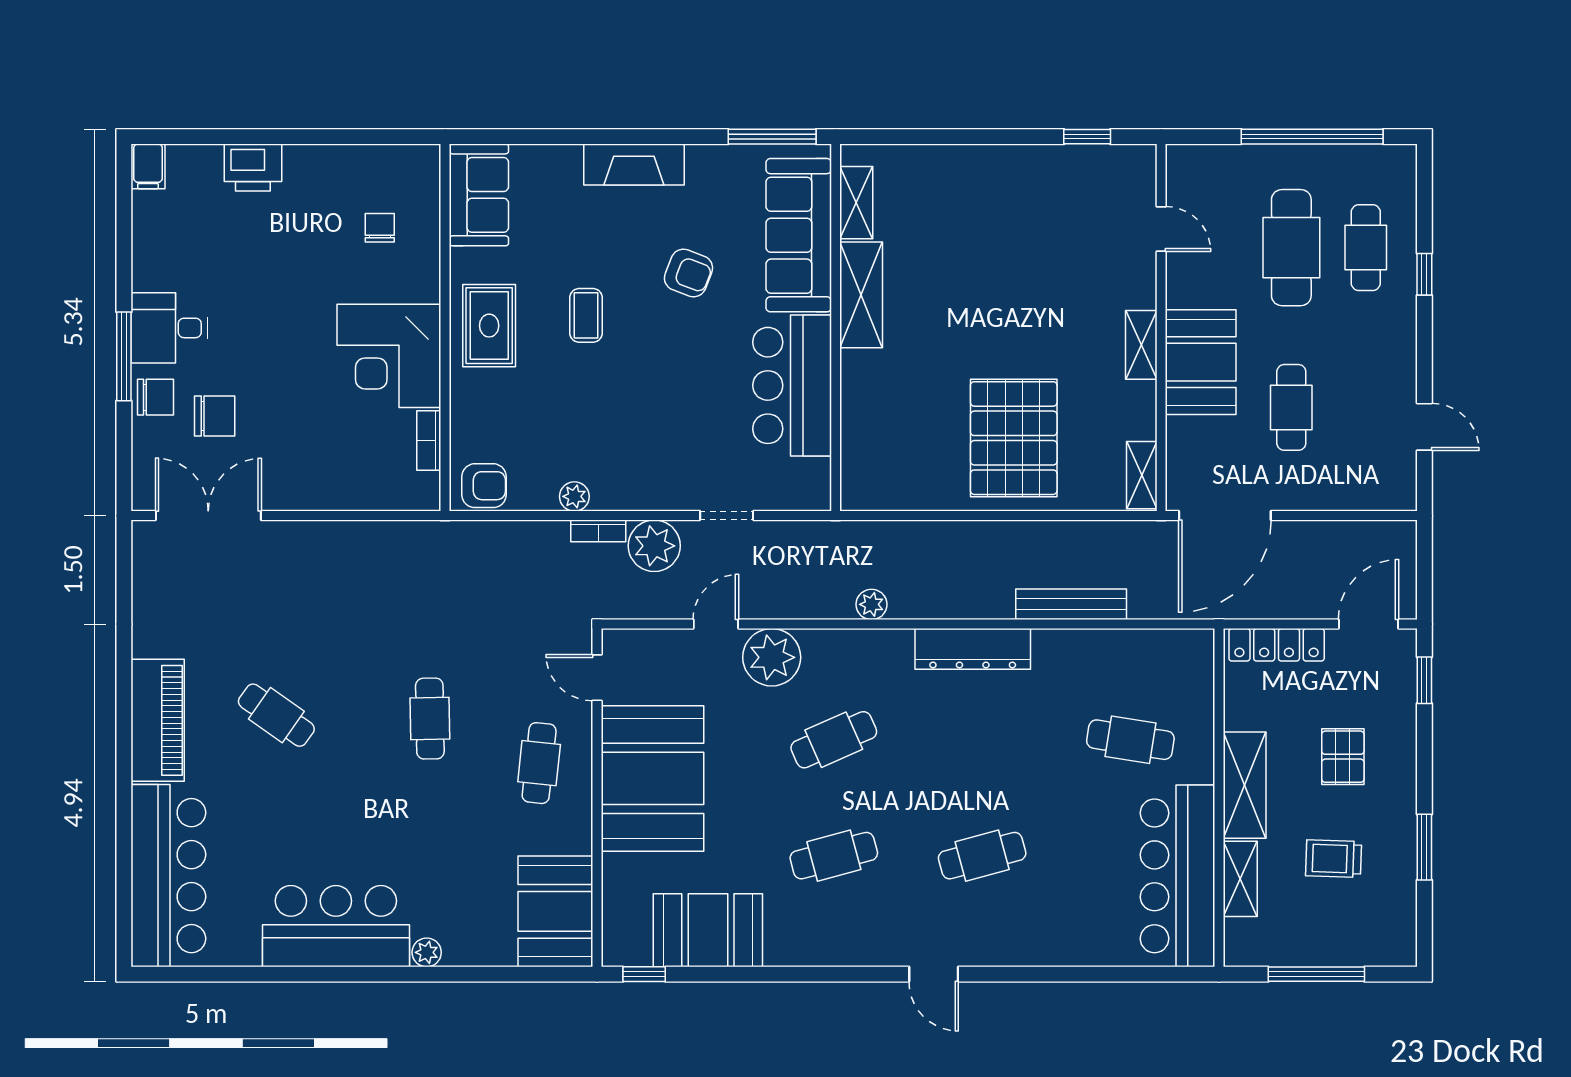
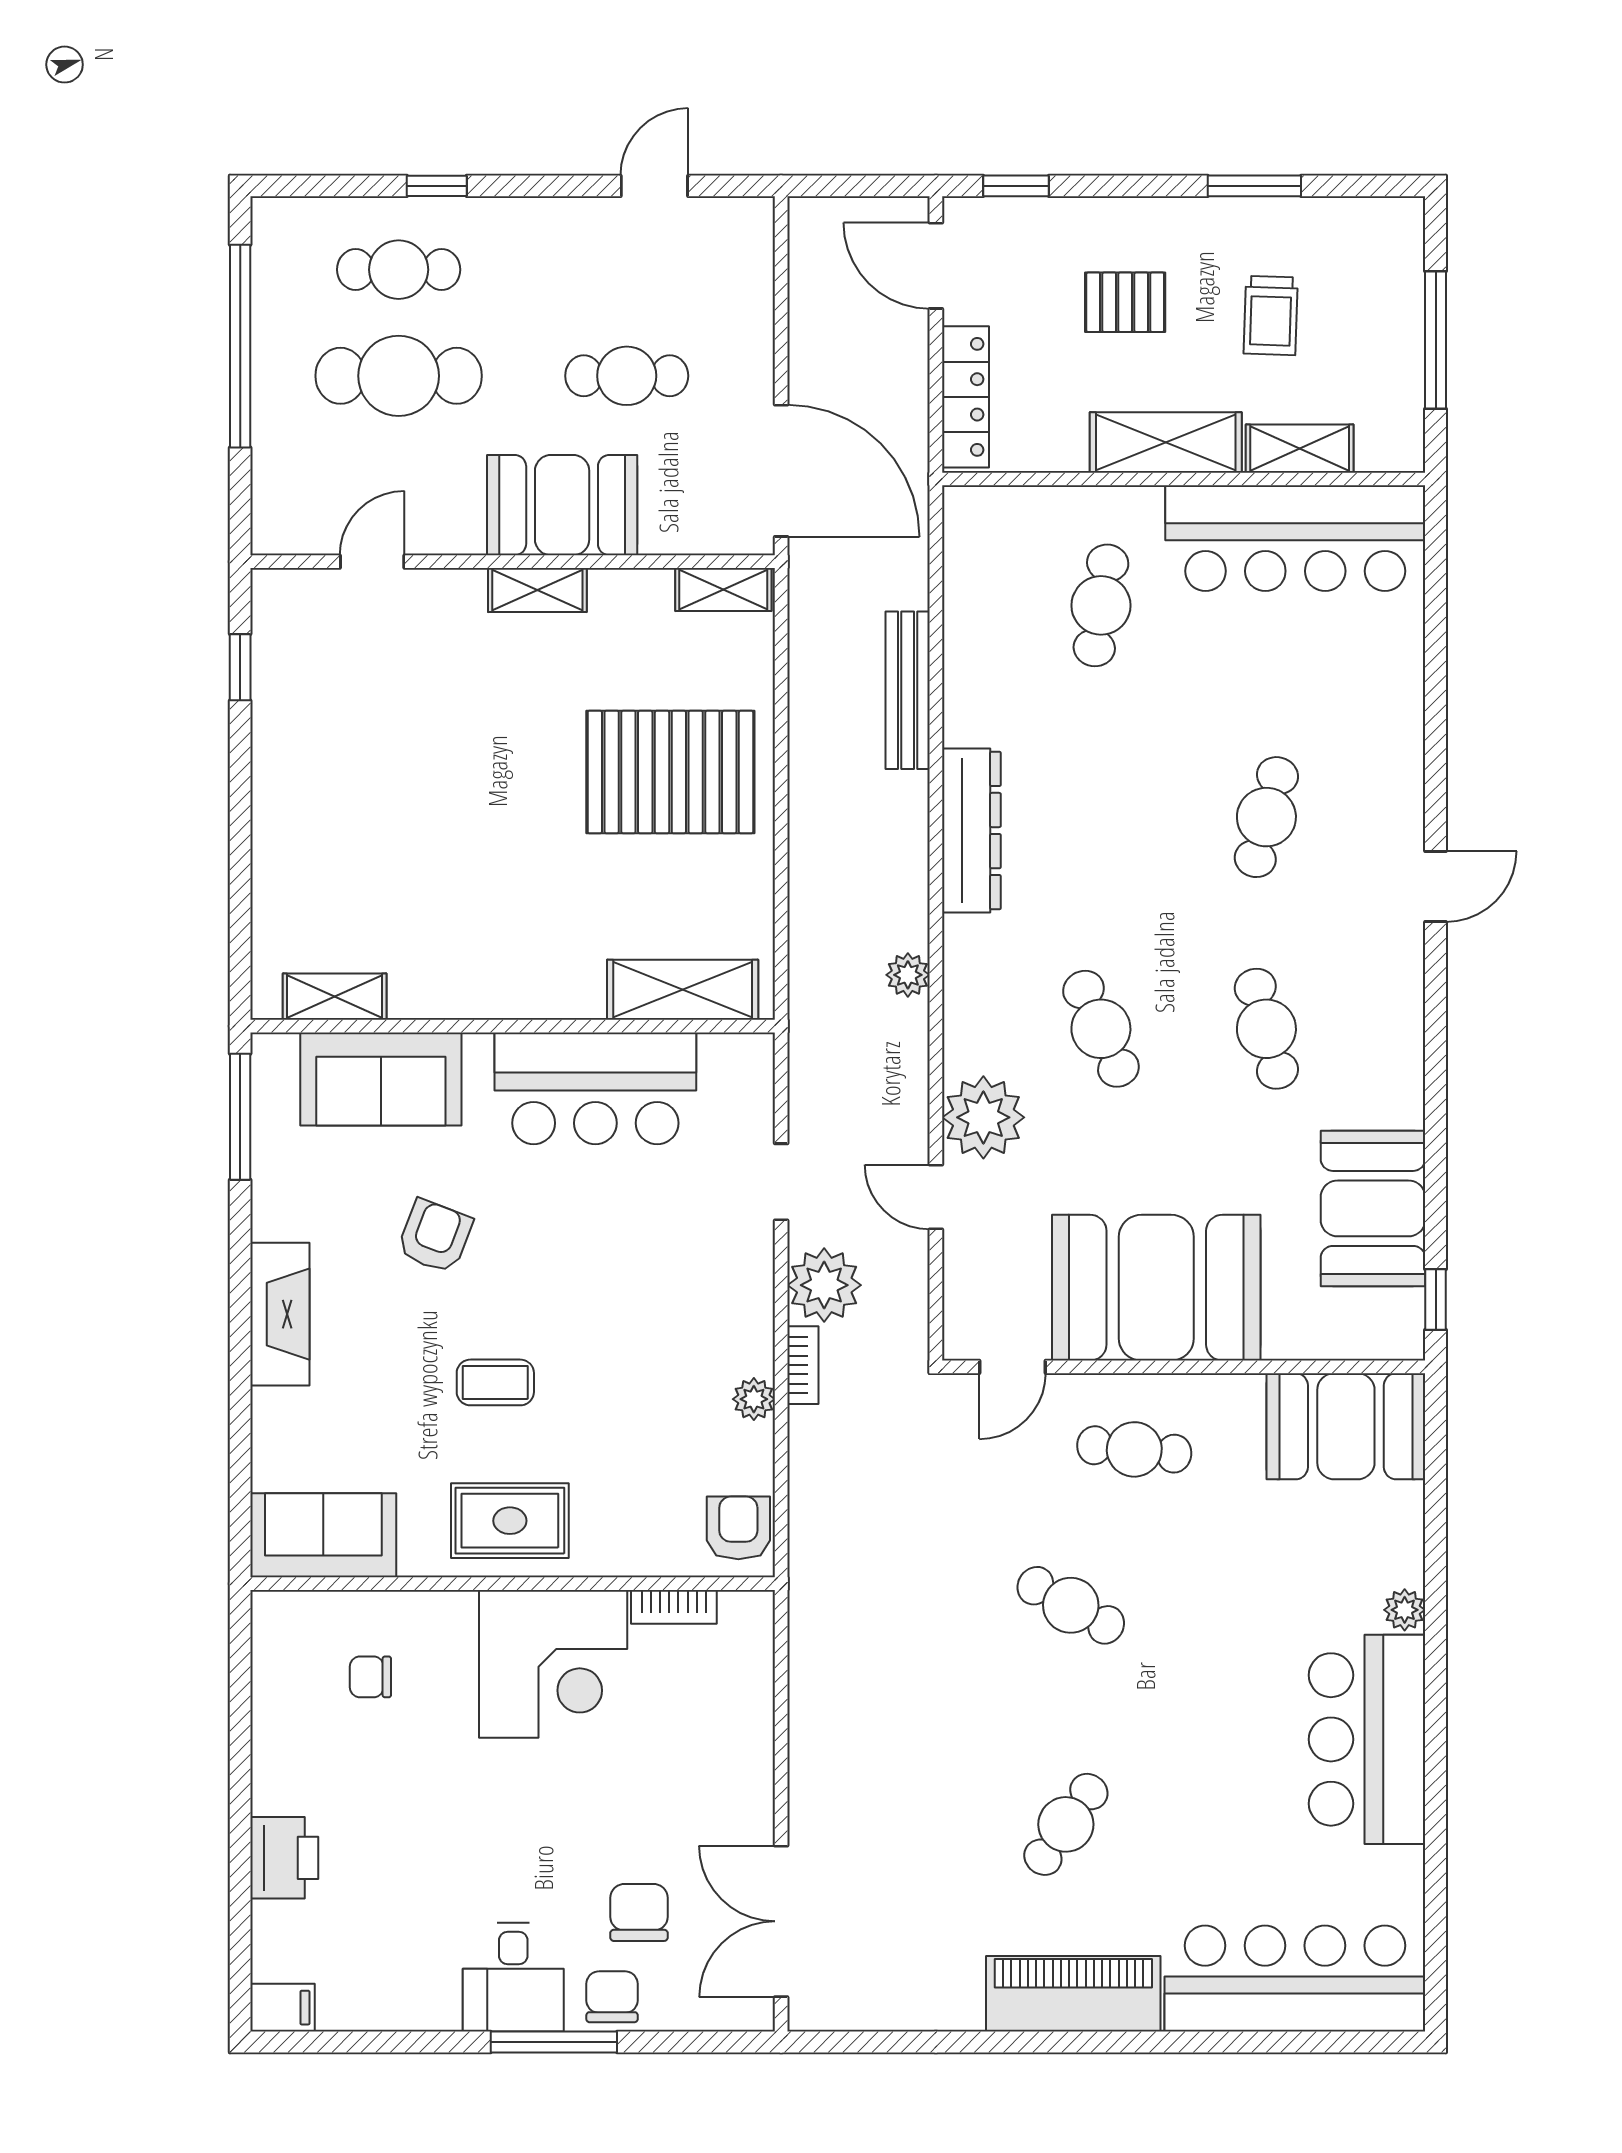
sofa: (799, 235) -> (381, 1079), width x0.73
shelving: (861, 295) -> (683, 990), moved
cafe table: (430, 719) -> (1071, 1605), turned 30
cafe table: (982, 856) -> (1266, 817), turned 30

